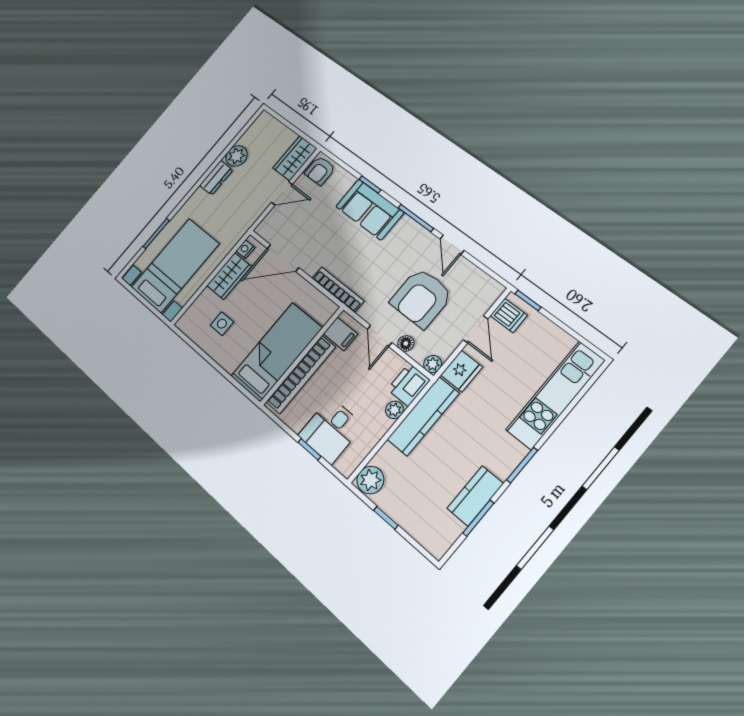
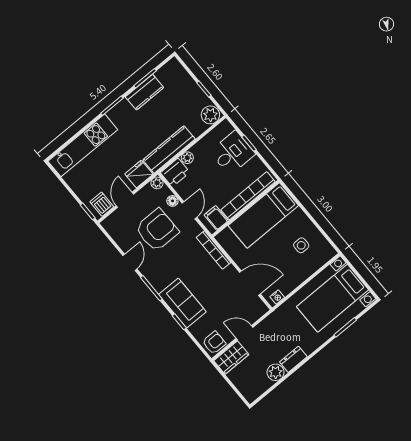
wardrobe: (229, 276) -> (292, 280), removed

